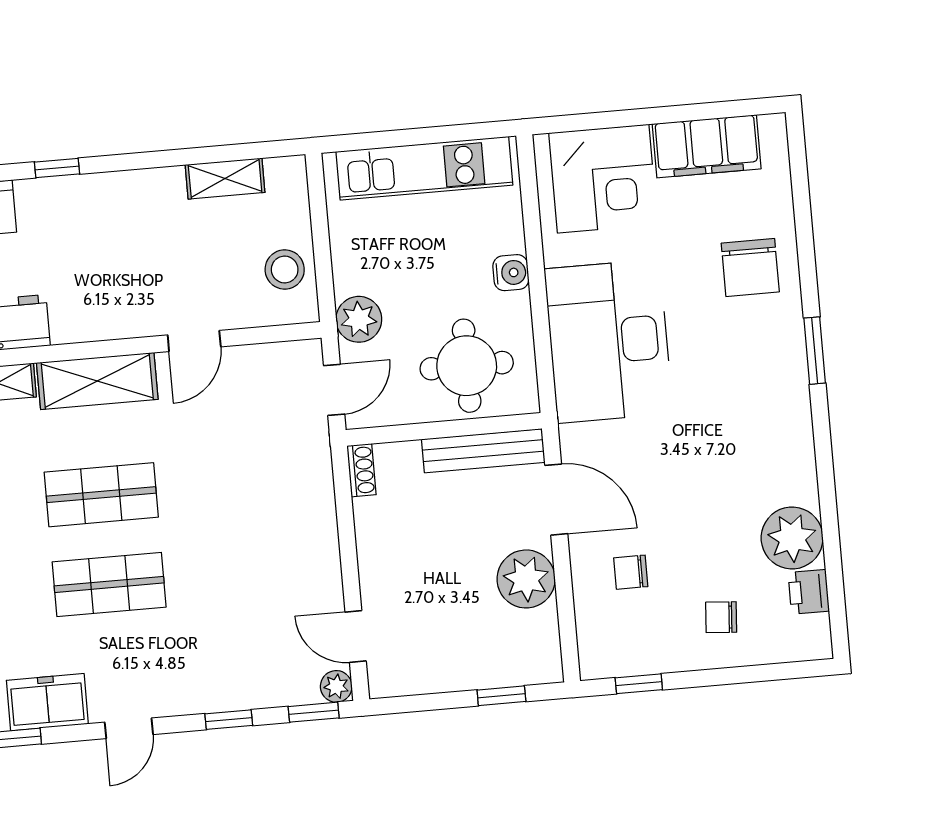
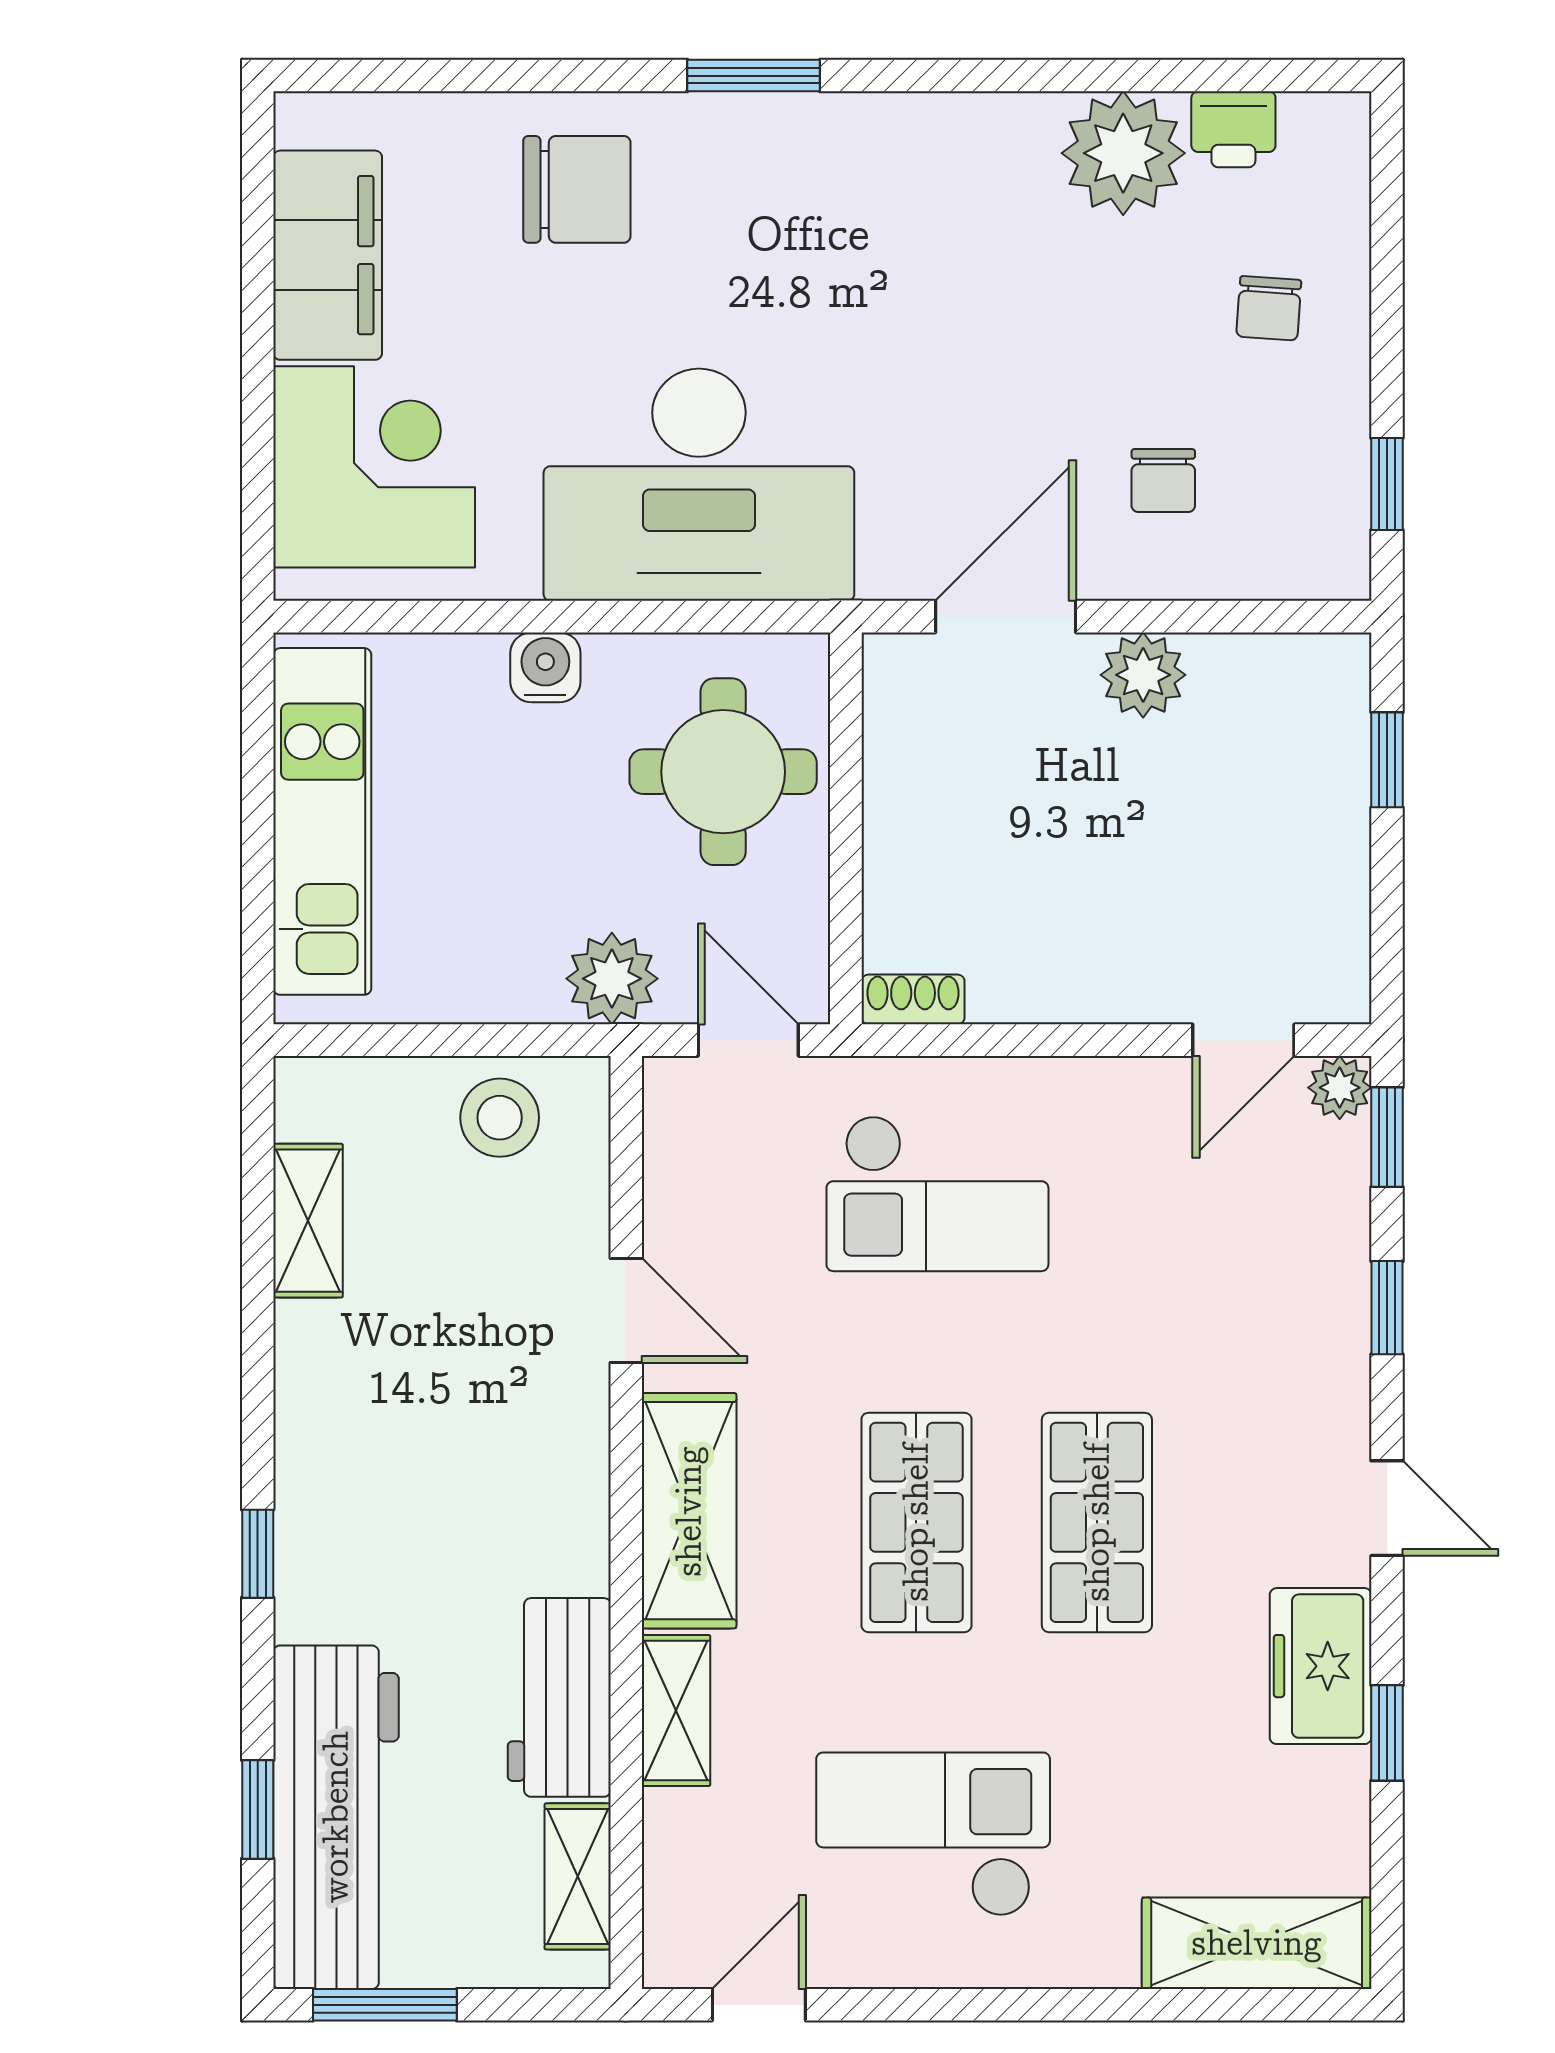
bench: (483, 451) -> (895, 753), removed
checkout: (266, 491) -> (937, 1193), added
plant: (526, 579) -> (1143, 675), width x0.73, depth x0.73

